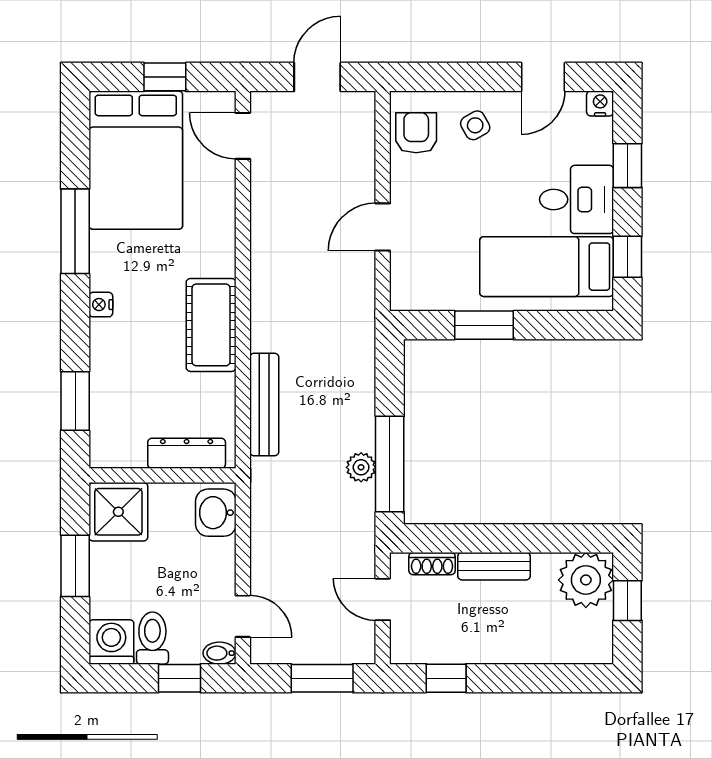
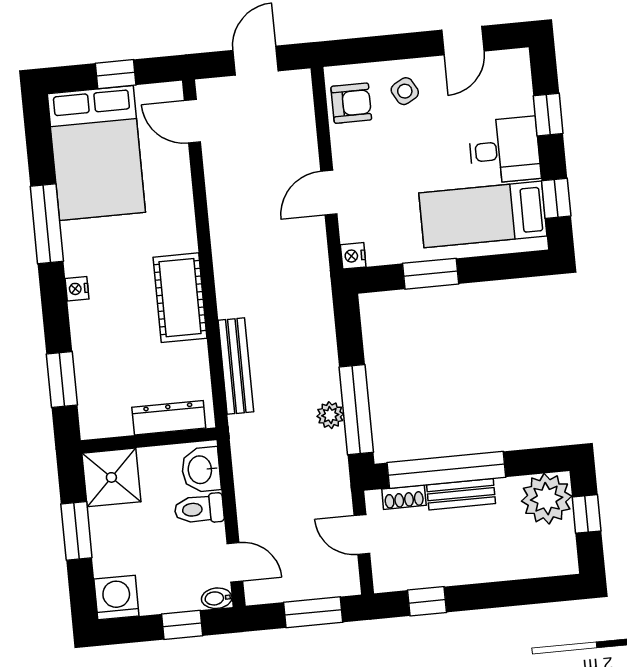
nightstand: (600, 104) -> (353, 256), moved, turned -90
armchair: (416, 133) -> (351, 103), turned 90
window: (481, 538) -> (446, 470), added
toilet: (152, 638) -> (199, 509), moved, turned -90

